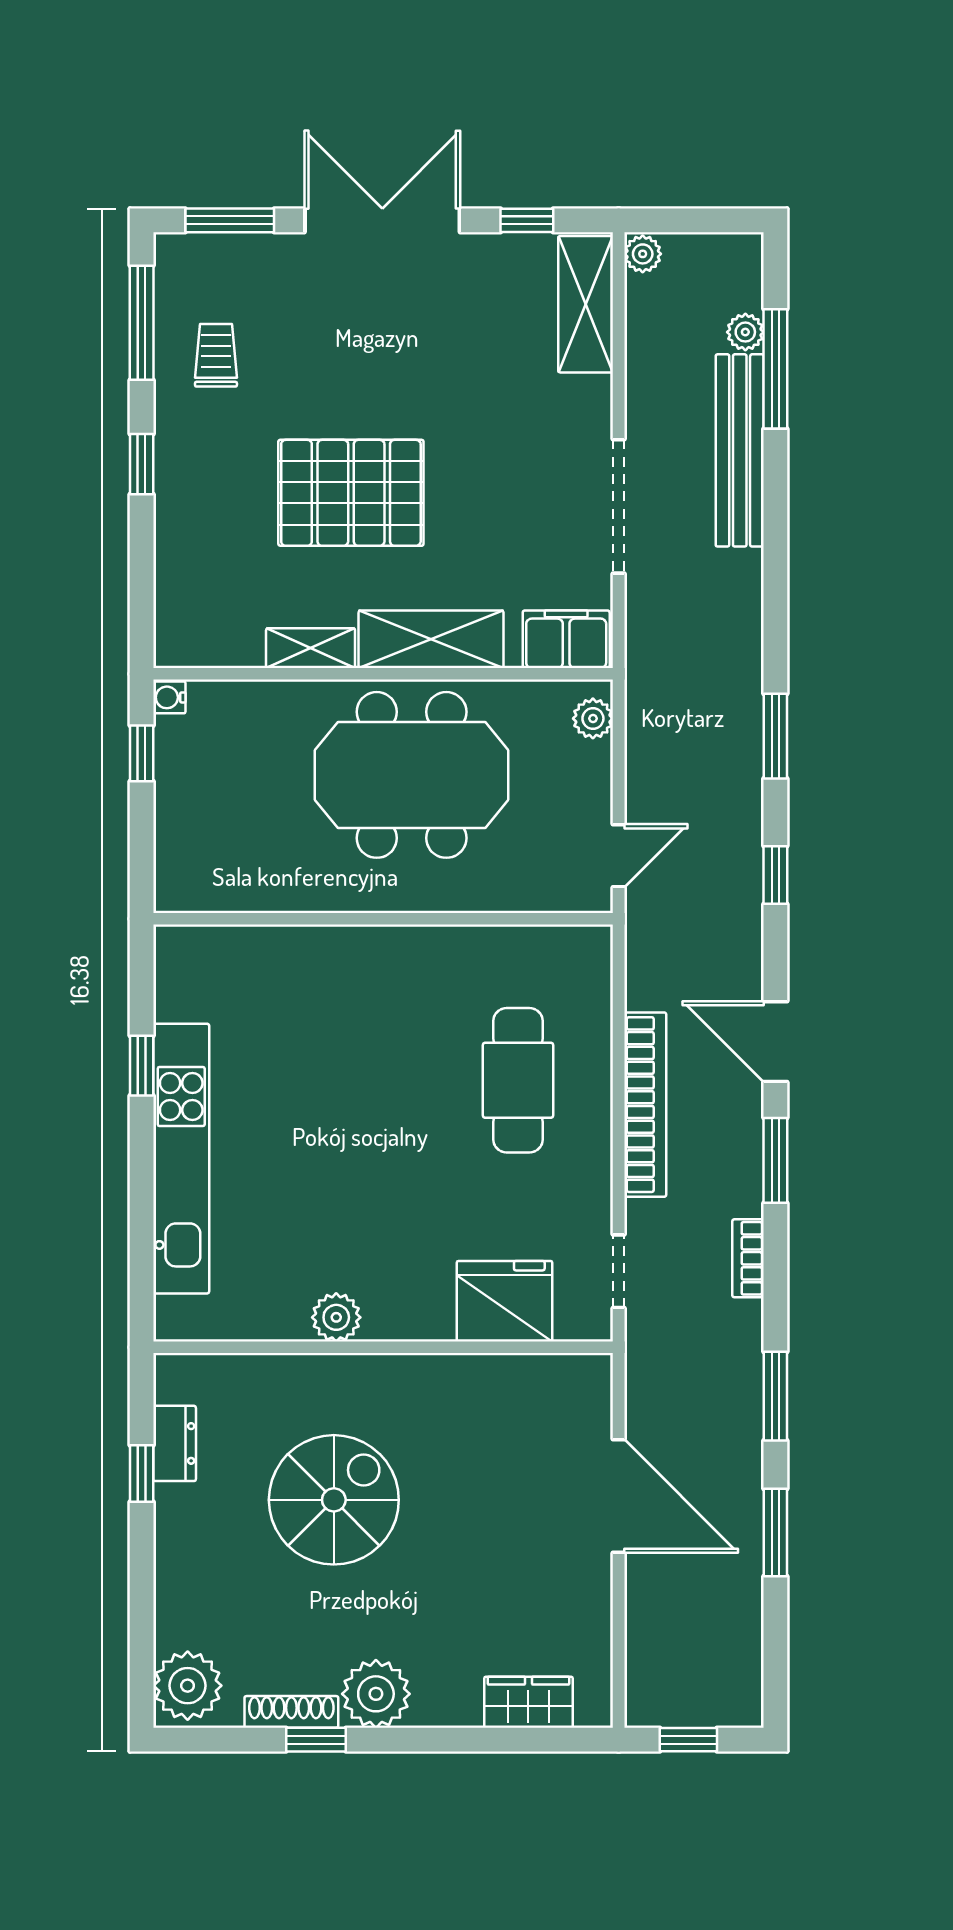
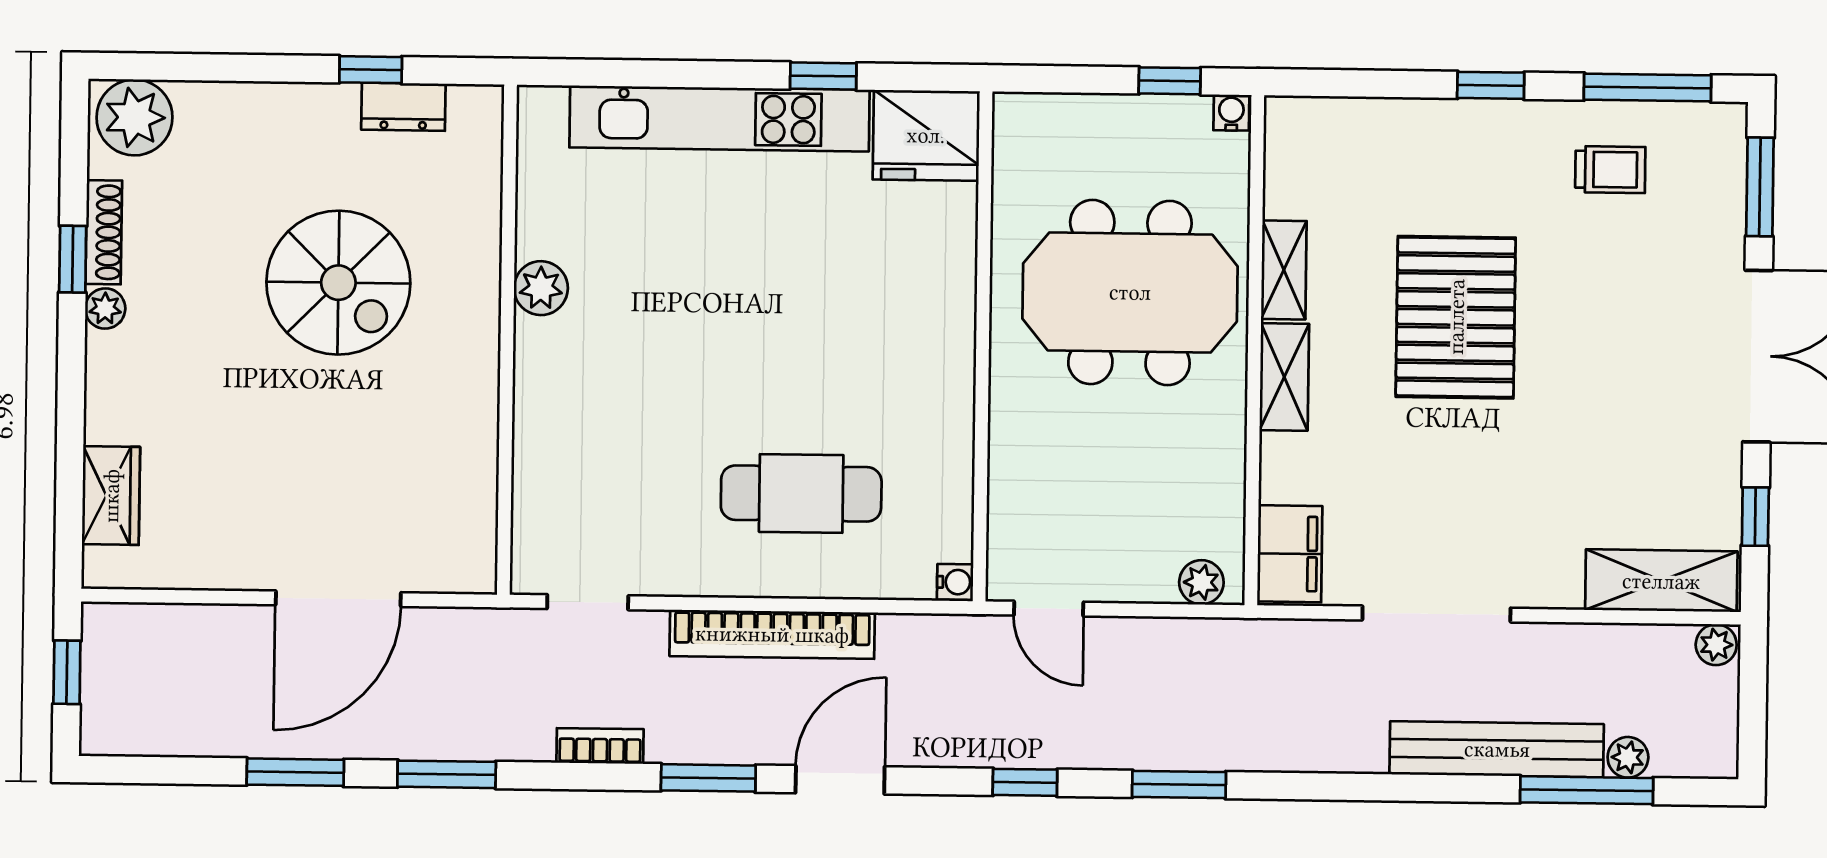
shelving: (431, 639) -> (1284, 377), width x0.67, depth x0.75
meeting table: (412, 775) -> (1130, 292), moved, turned 90
water cooler: (596, 940) -> (955, 582), added
fridge: (505, 1301) -> (926, 135), moved, turned 90
plant: (376, 1694) -> (105, 309), width x0.53, depth x0.53

